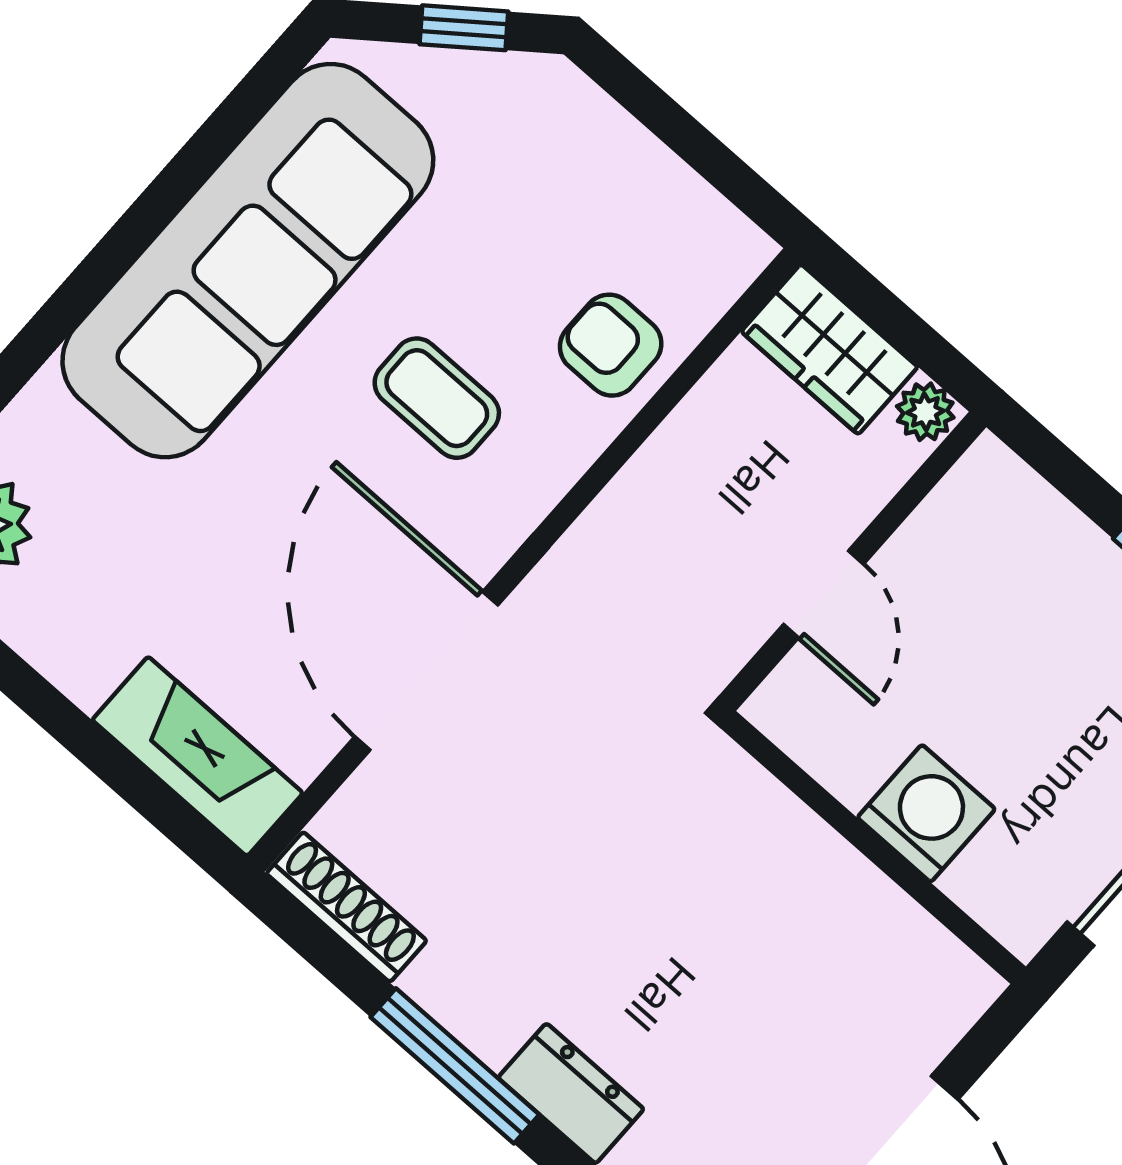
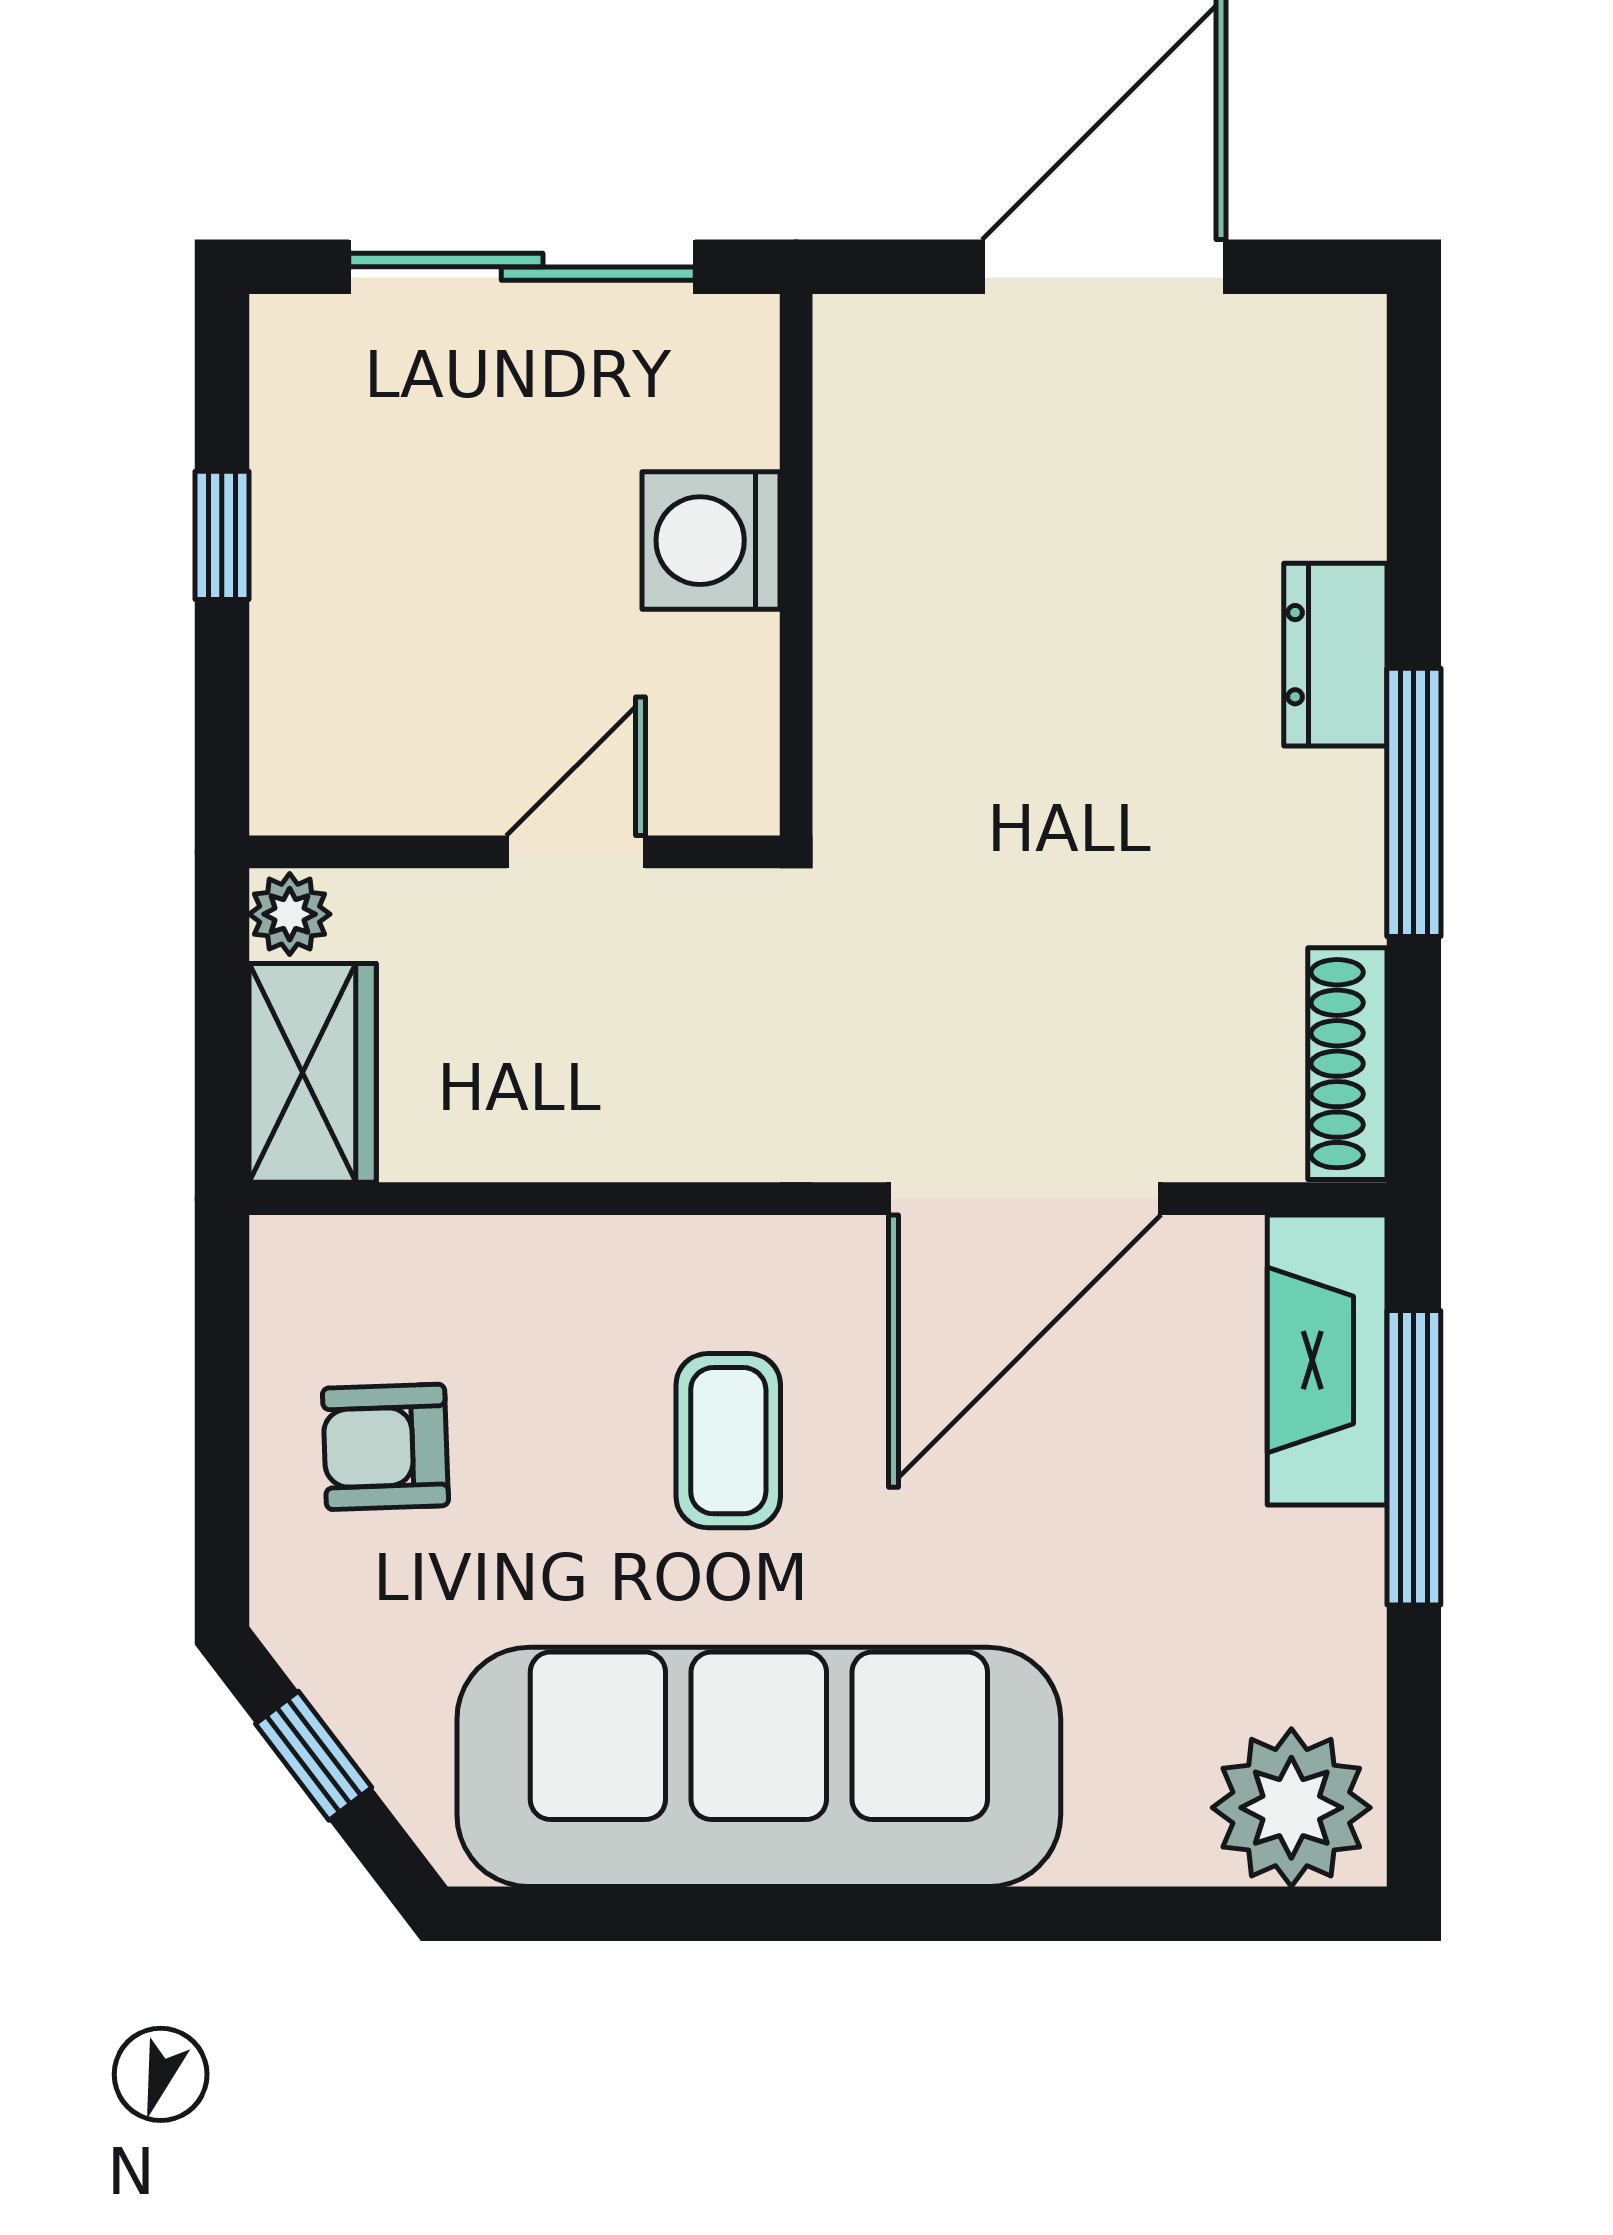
armchair: (611, 345) -> (386, 1447), moved, turned 88
window: (104, 757) -> (1414, 1458), added

